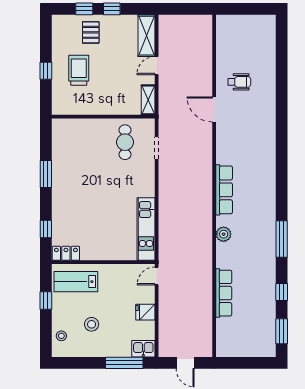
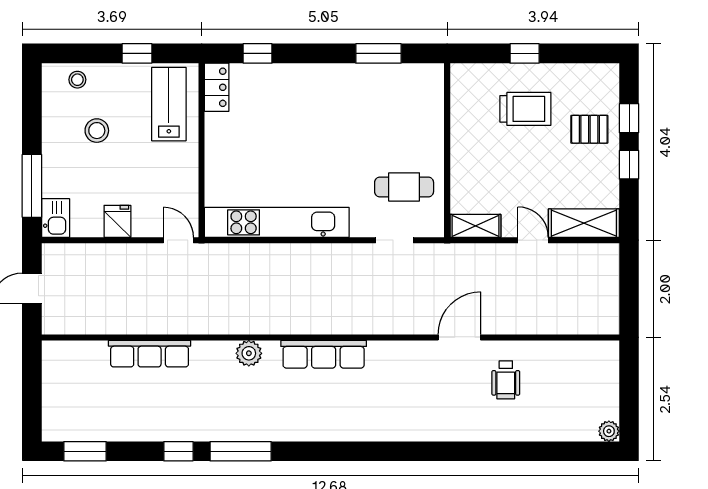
plant: (270, 21) -> (609, 431), added
window: (46, 174) -> (378, 53), moved
kitchen unit: (146, 229) -> (277, 222), width x1.36
window: (282, 292) -> (178, 451), moved

